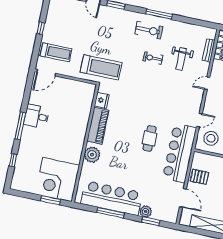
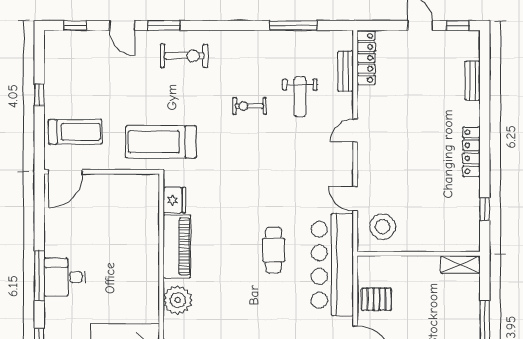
window: (159, 14) -> (293, 26), moved
exercise bike: (149, 30) -> (184, 56), moved
treadmill: (101, 67) -> (161, 142), turned 180
desk: (37, 116) -> (65, 277), moved
door: (199, 120) -> (355, 199), swing flipped

